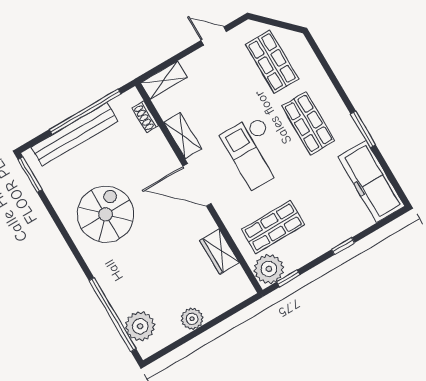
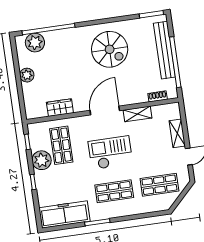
shelving: (164, 80) -> (177, 133), moved
plant: (269, 269) -> (42, 160), moved

